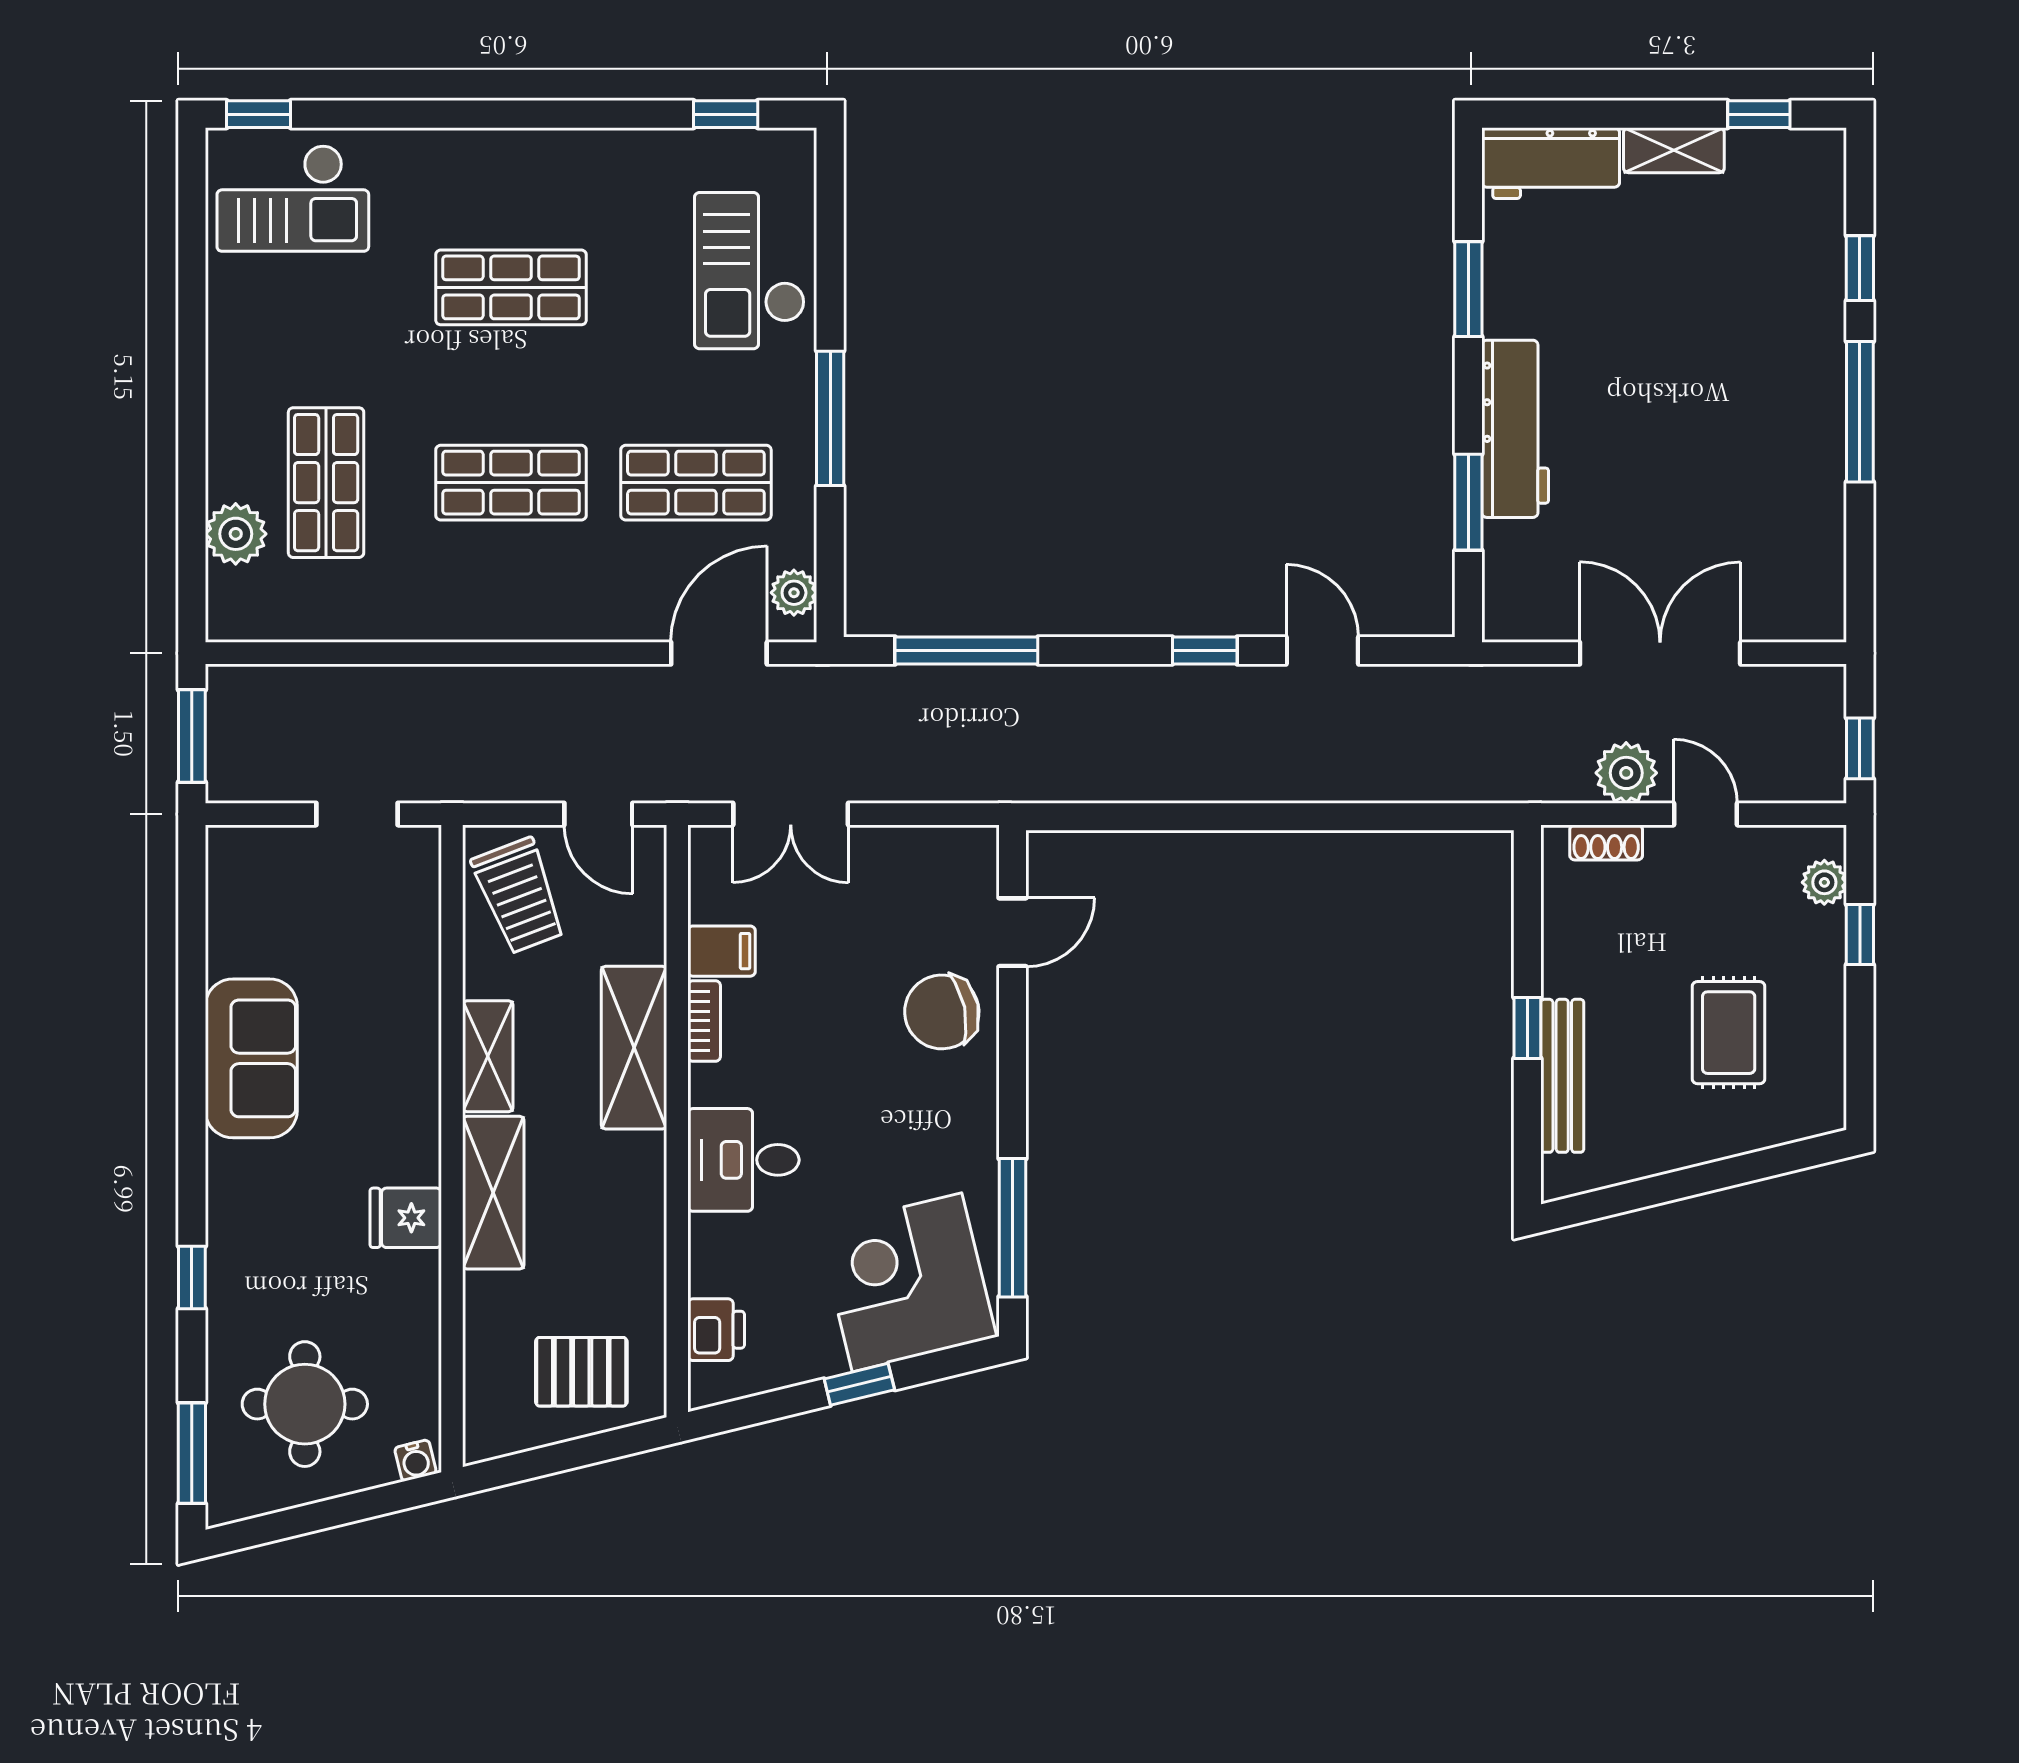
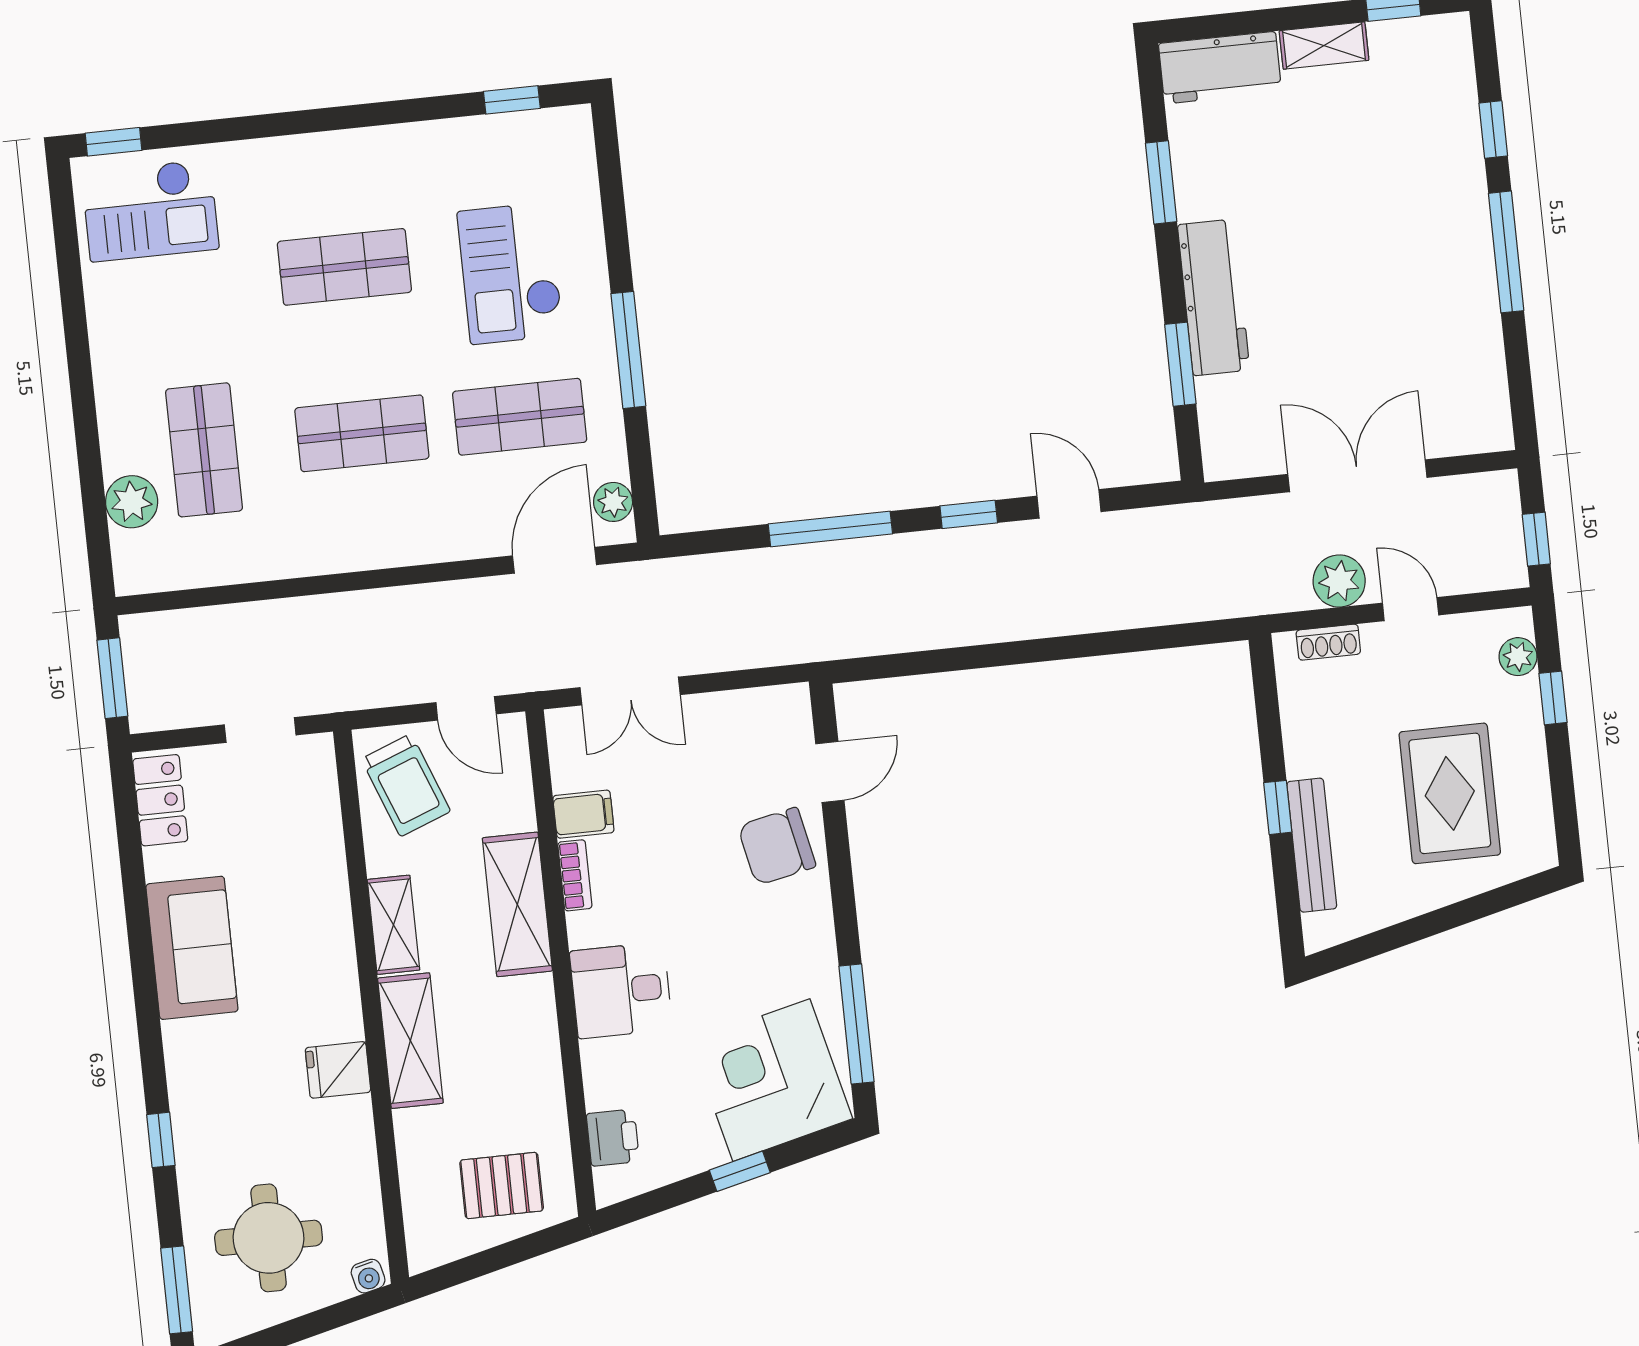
checkout: (750, 271) -> (510, 273), moved
window: (966, 650) -> (830, 529), moved
locker: (233, 883) -> (160, 800), added
rug: (1729, 1033) -> (1450, 793), width x1.36, depth x1.43

